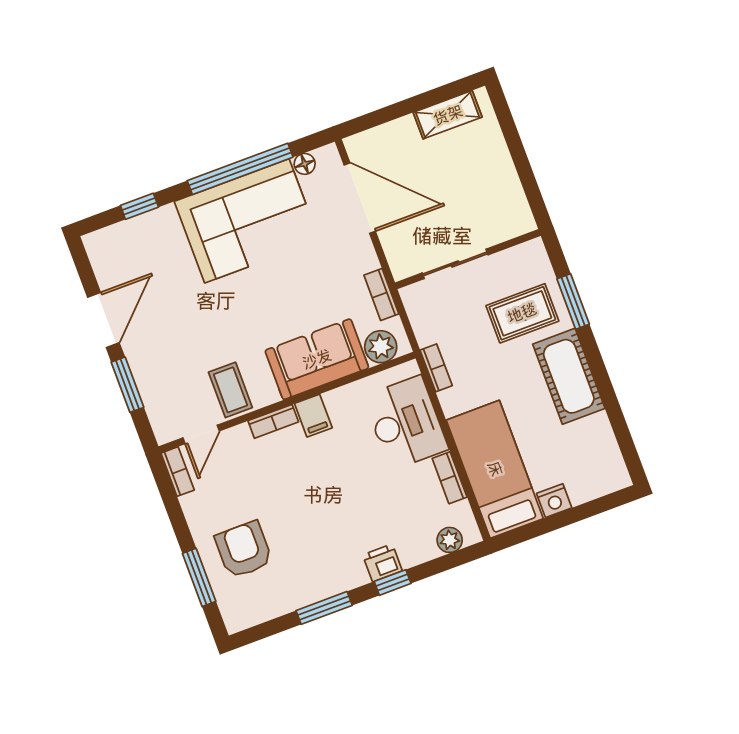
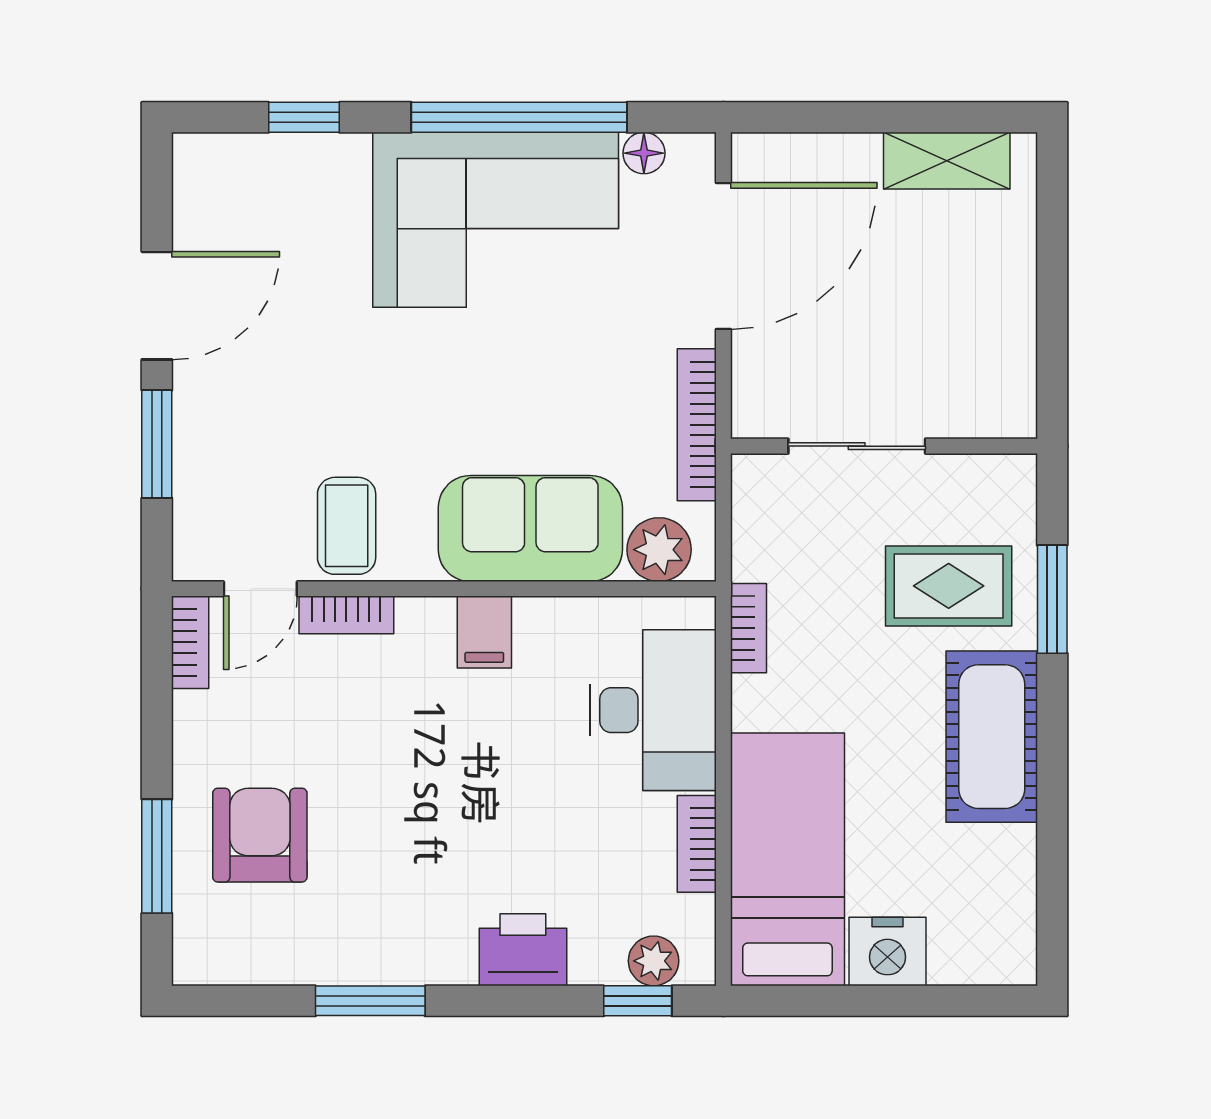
door: (360, 198) -> (723, 256), hinge flipped
bookcase: (381, 295) -> (697, 425), width x1.56
bookcase: (273, 421) -> (346, 615), moved
nightstand: (554, 501) -> (887, 952), width x1.36, depth x1.33
printer: (382, 563) -> (523, 950), width x1.36, depth x1.24
window: (393, 582) -> (638, 1001), moved

